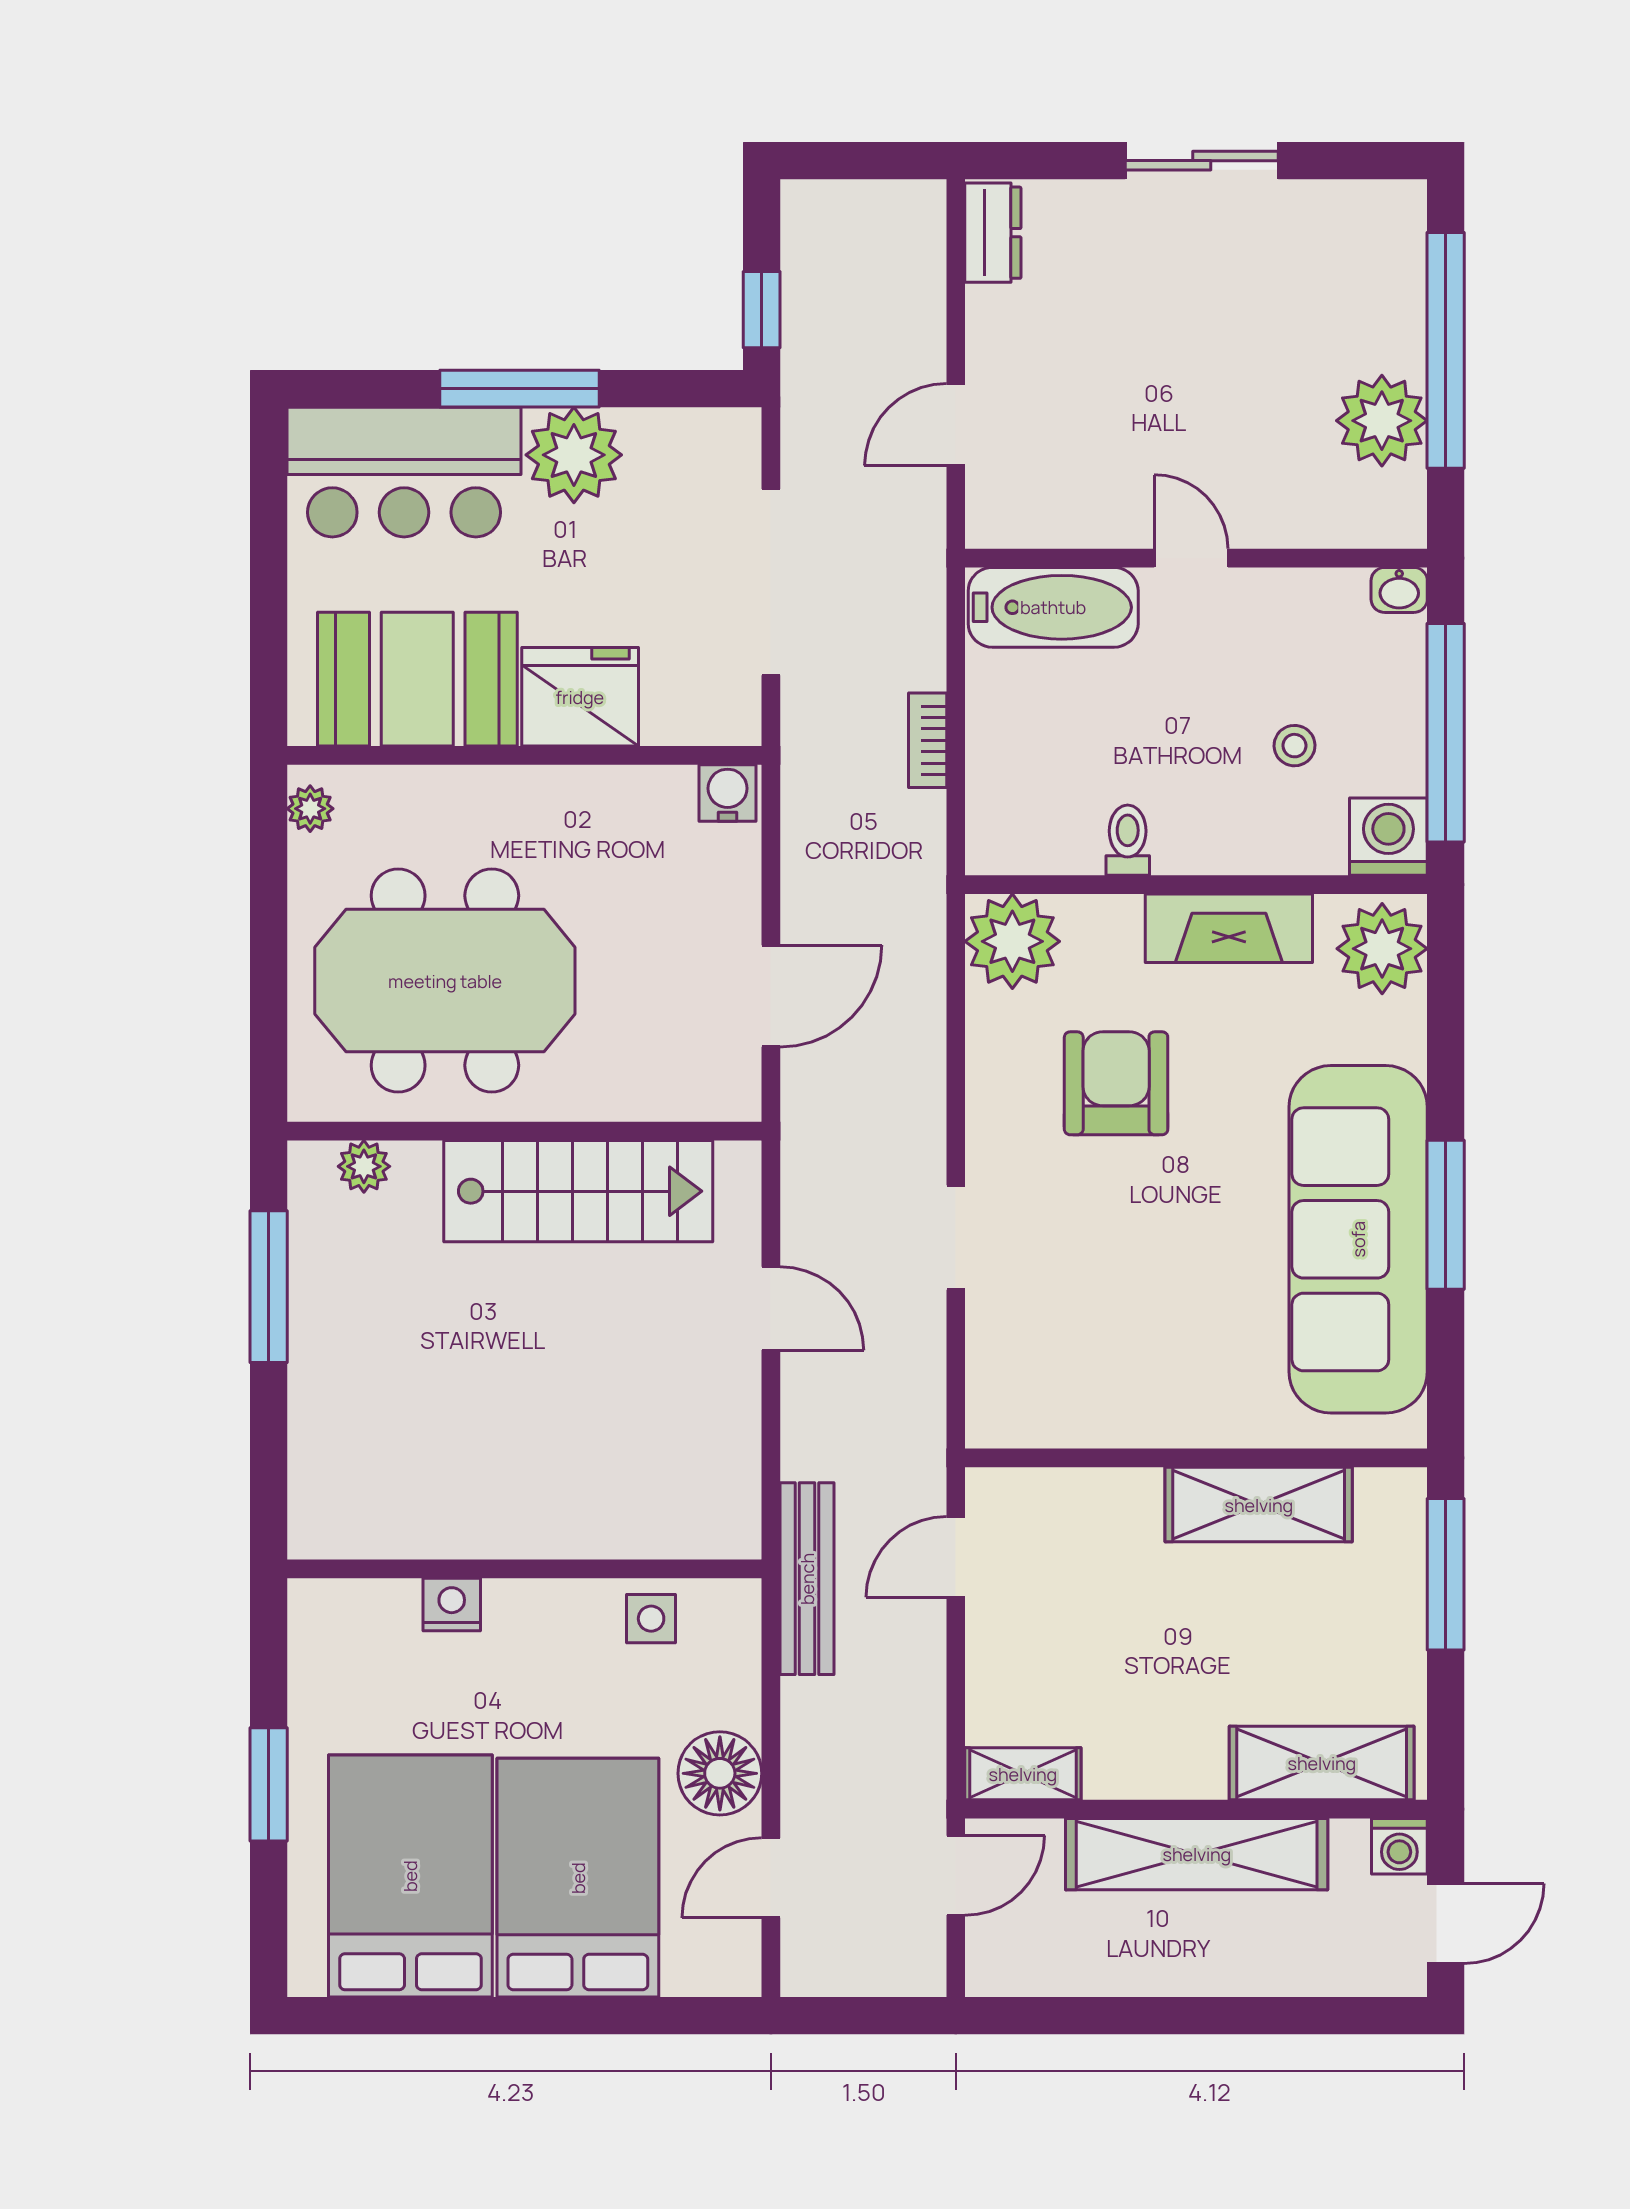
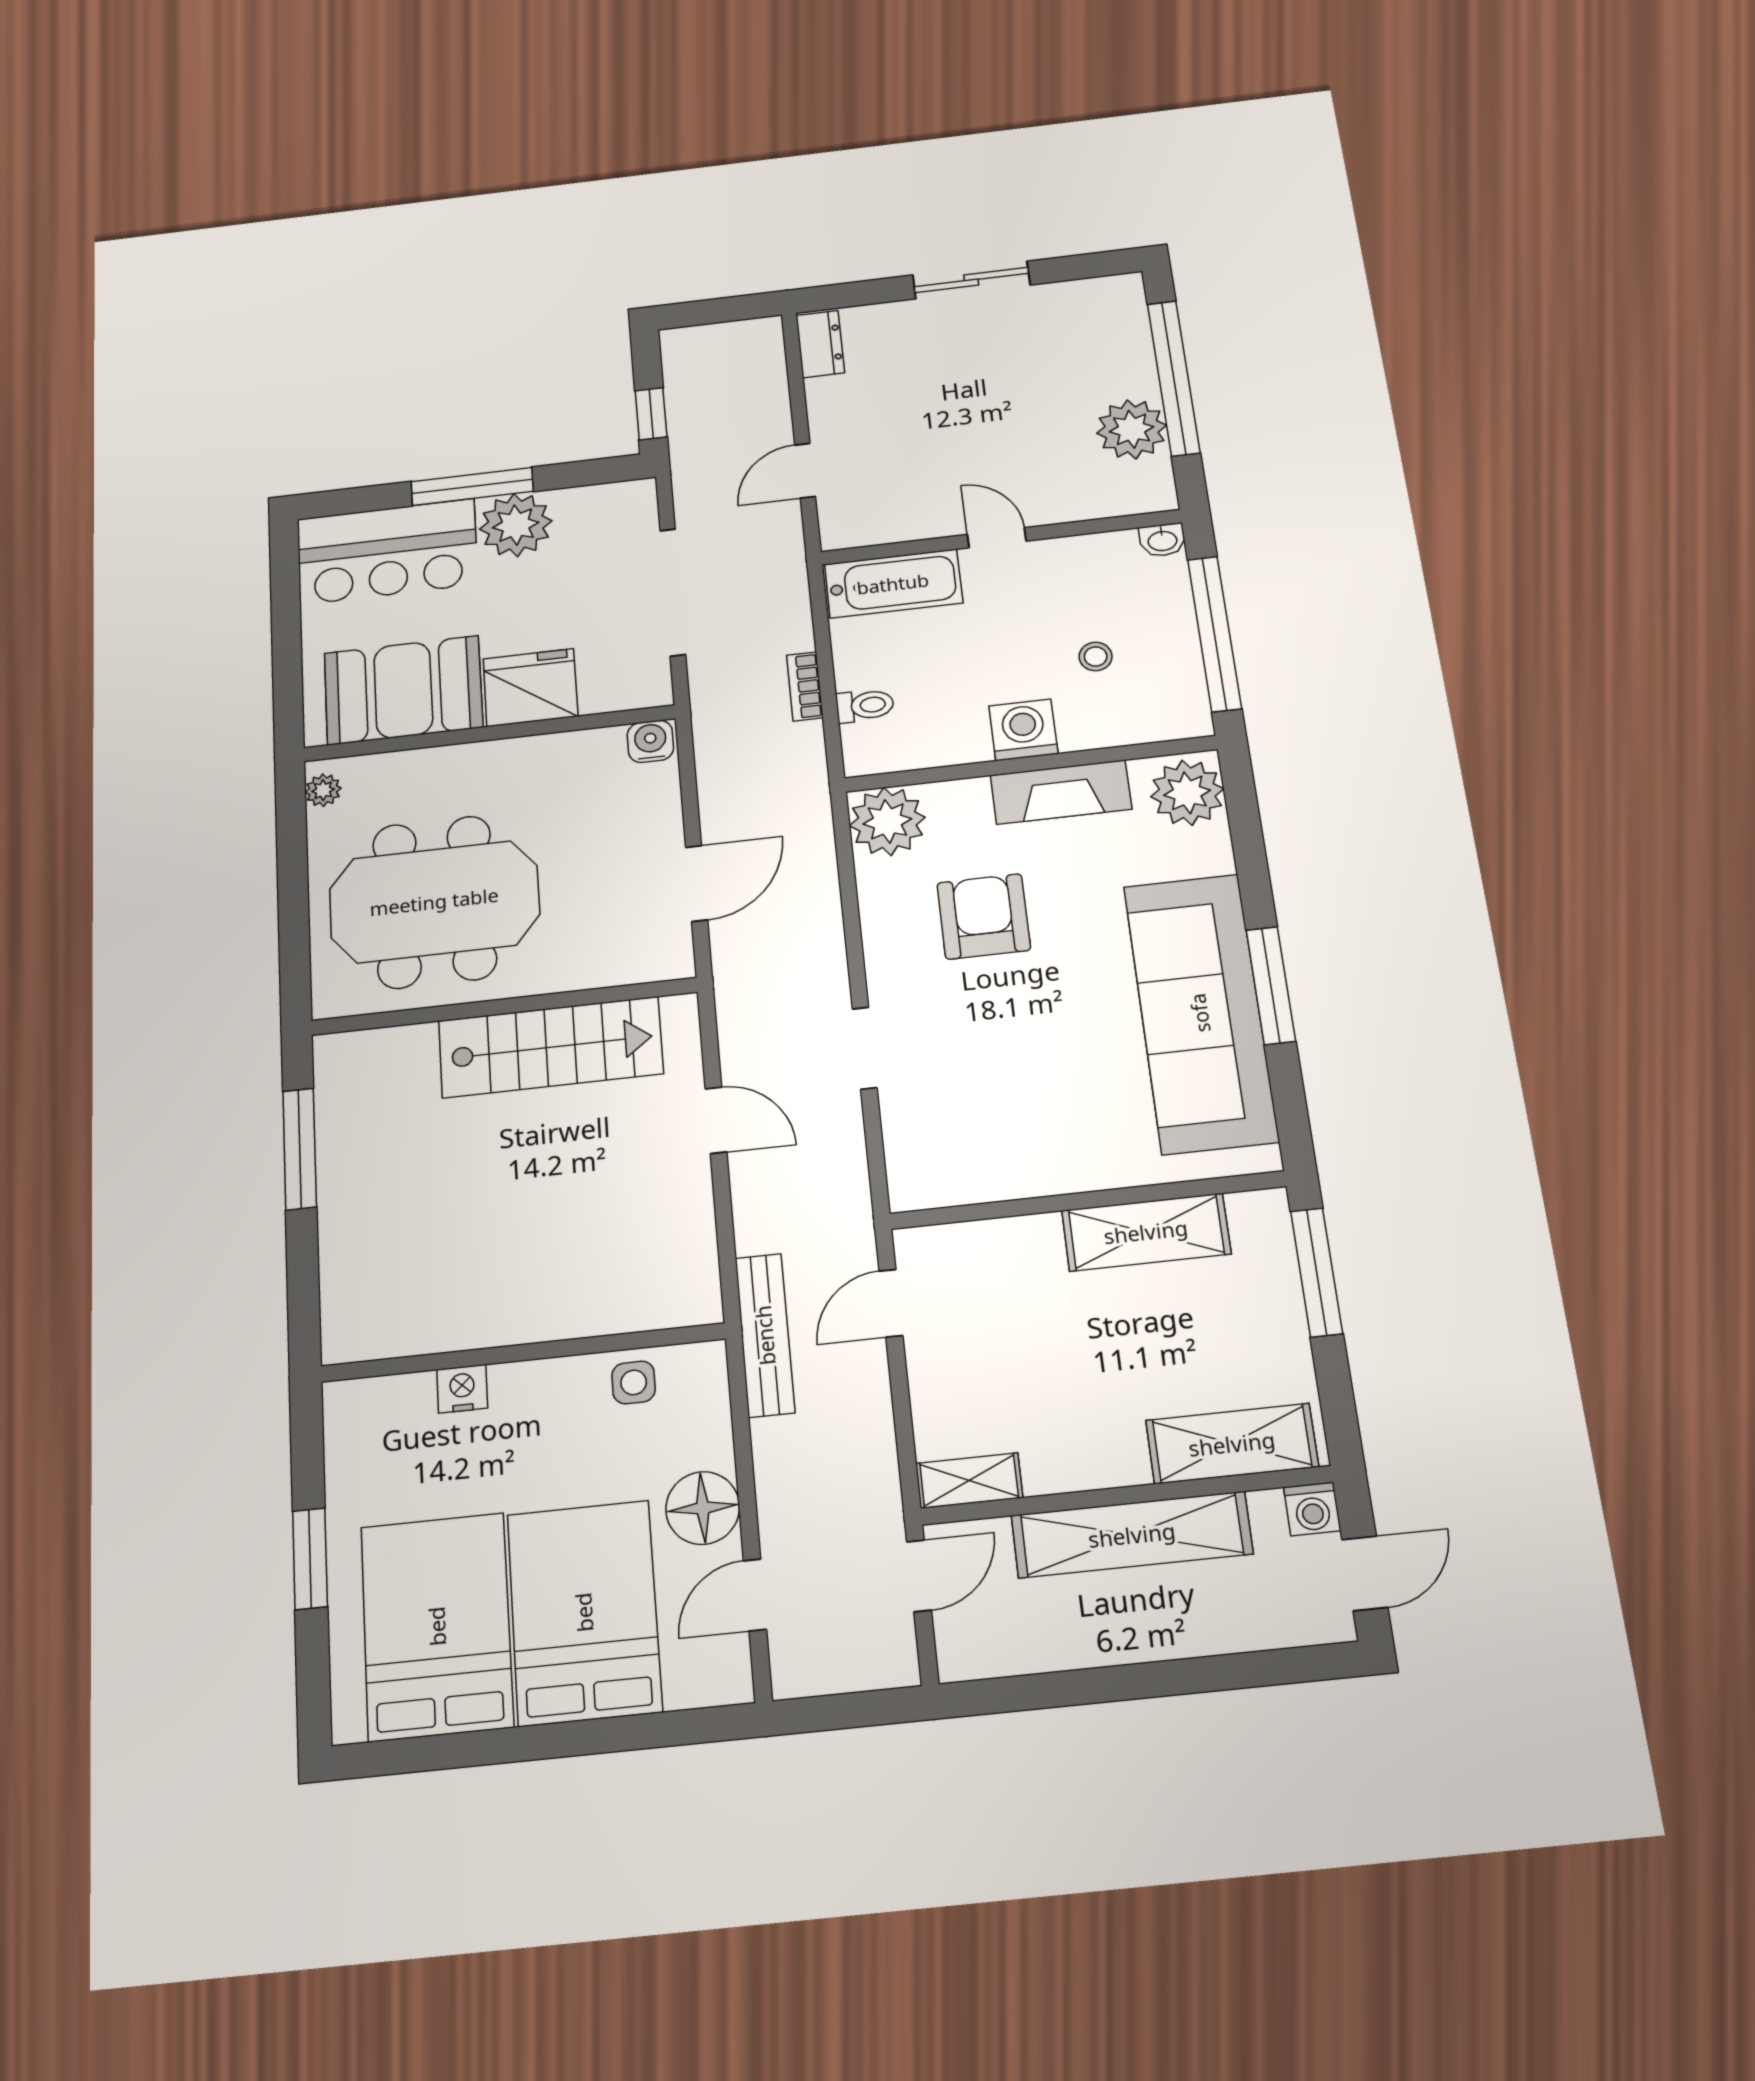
washing machine: (1388, 837) -> (1023, 730), moved
toilet: (1128, 840) -> (865, 706), moved, turned 90
plant: (364, 1166) -> (375, 1048), removed

